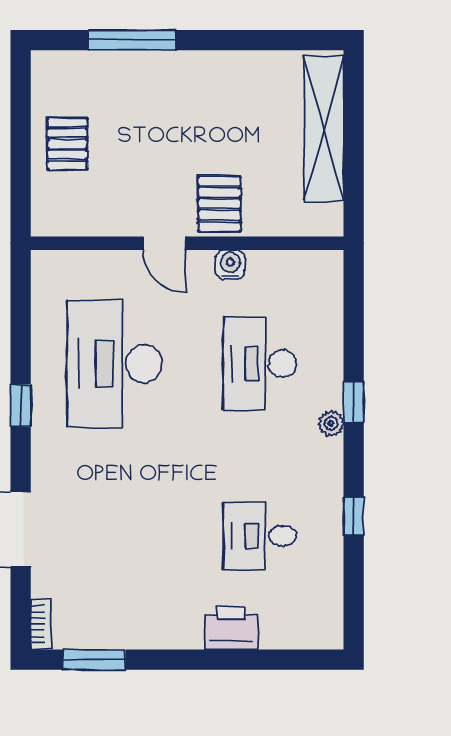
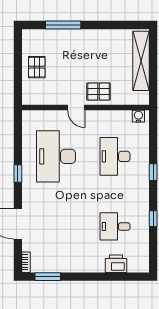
pallet: (219, 204) -> (99, 92), turned 90
water cooler: (230, 265) -> (138, 116), moved
plant: (331, 423) -> (144, 181), removed
printer: (231, 628) -> (116, 264), moved

